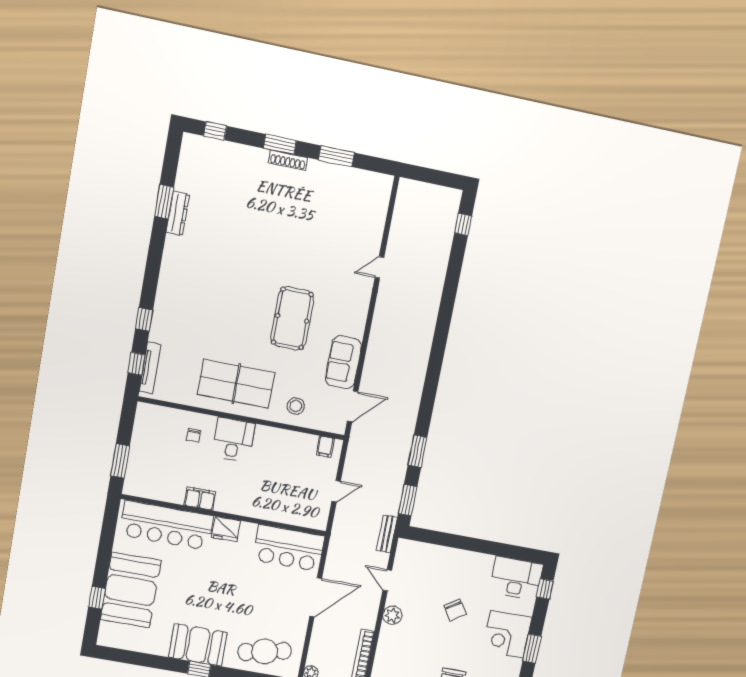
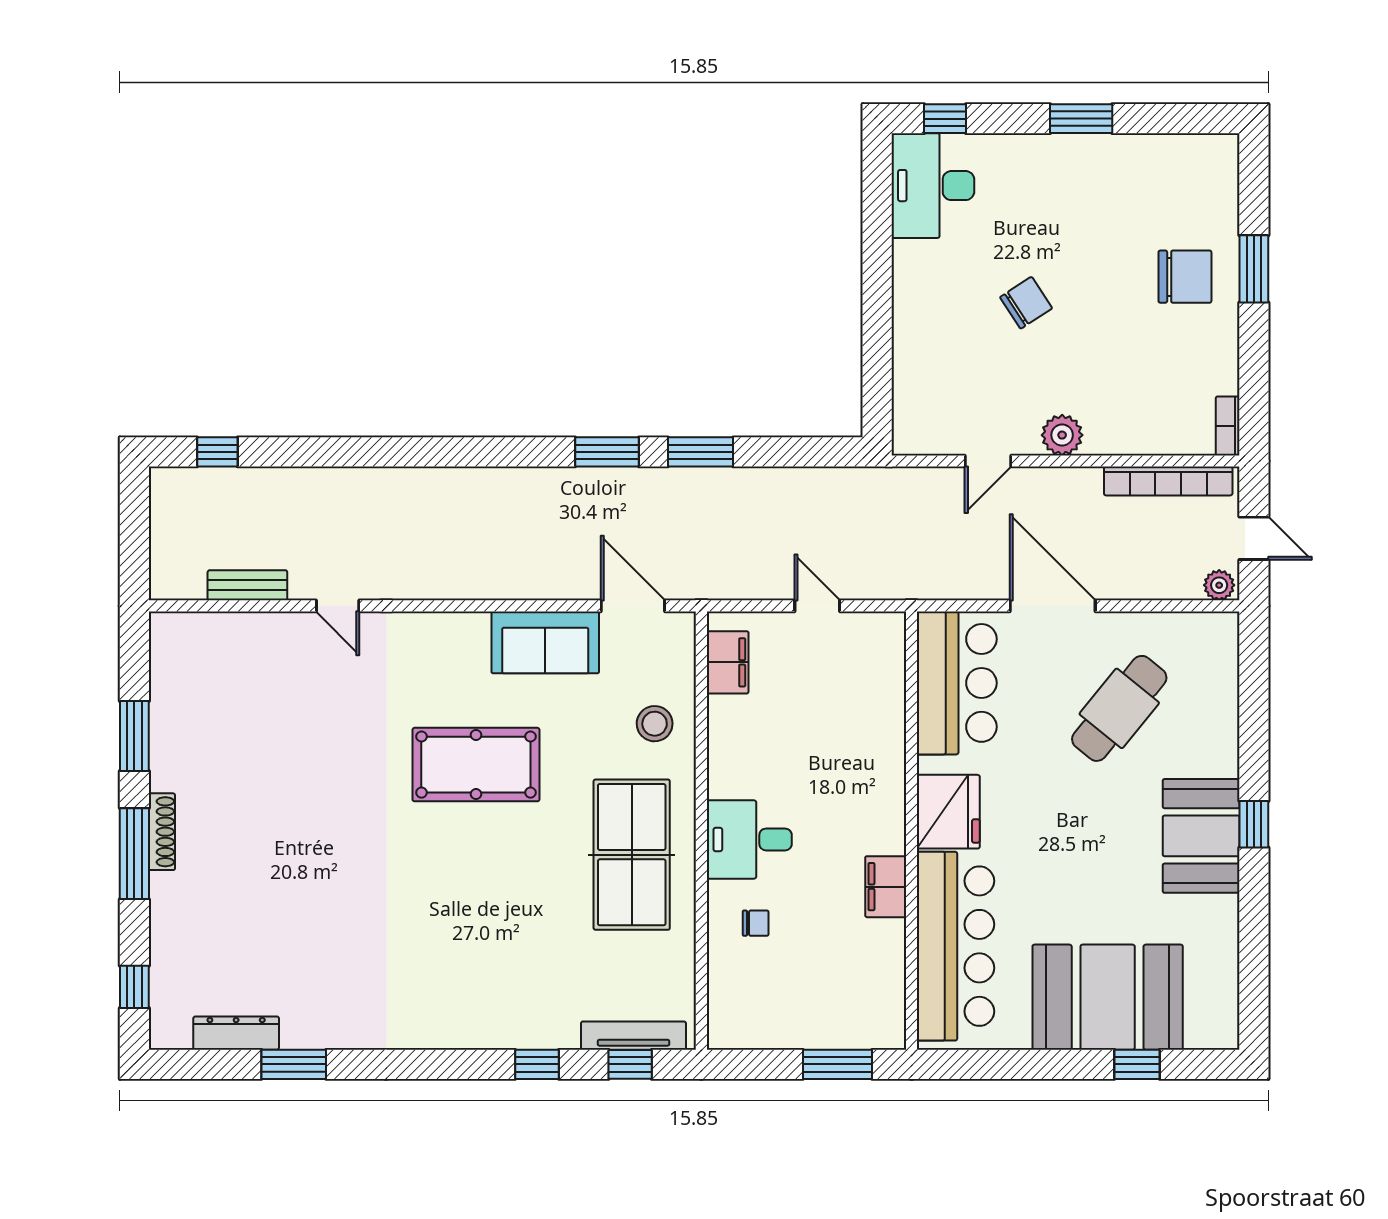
window: (280, 144) -> (134, 854), width x1.44
dresser: (178, 213) -> (236, 1033), moved
filing cabinet: (325, 447) -> (728, 662), width x2.00
window: (408, 500) -> (607, 452), moved
fridge: (226, 529) -> (948, 812), width x1.36, depth x1.34
bench: (387, 534) -> (247, 585), moved
corner desk: (507, 634) -> (1059, 179), removed
cafe table: (265, 651) -> (1119, 708), moved, turned 51

